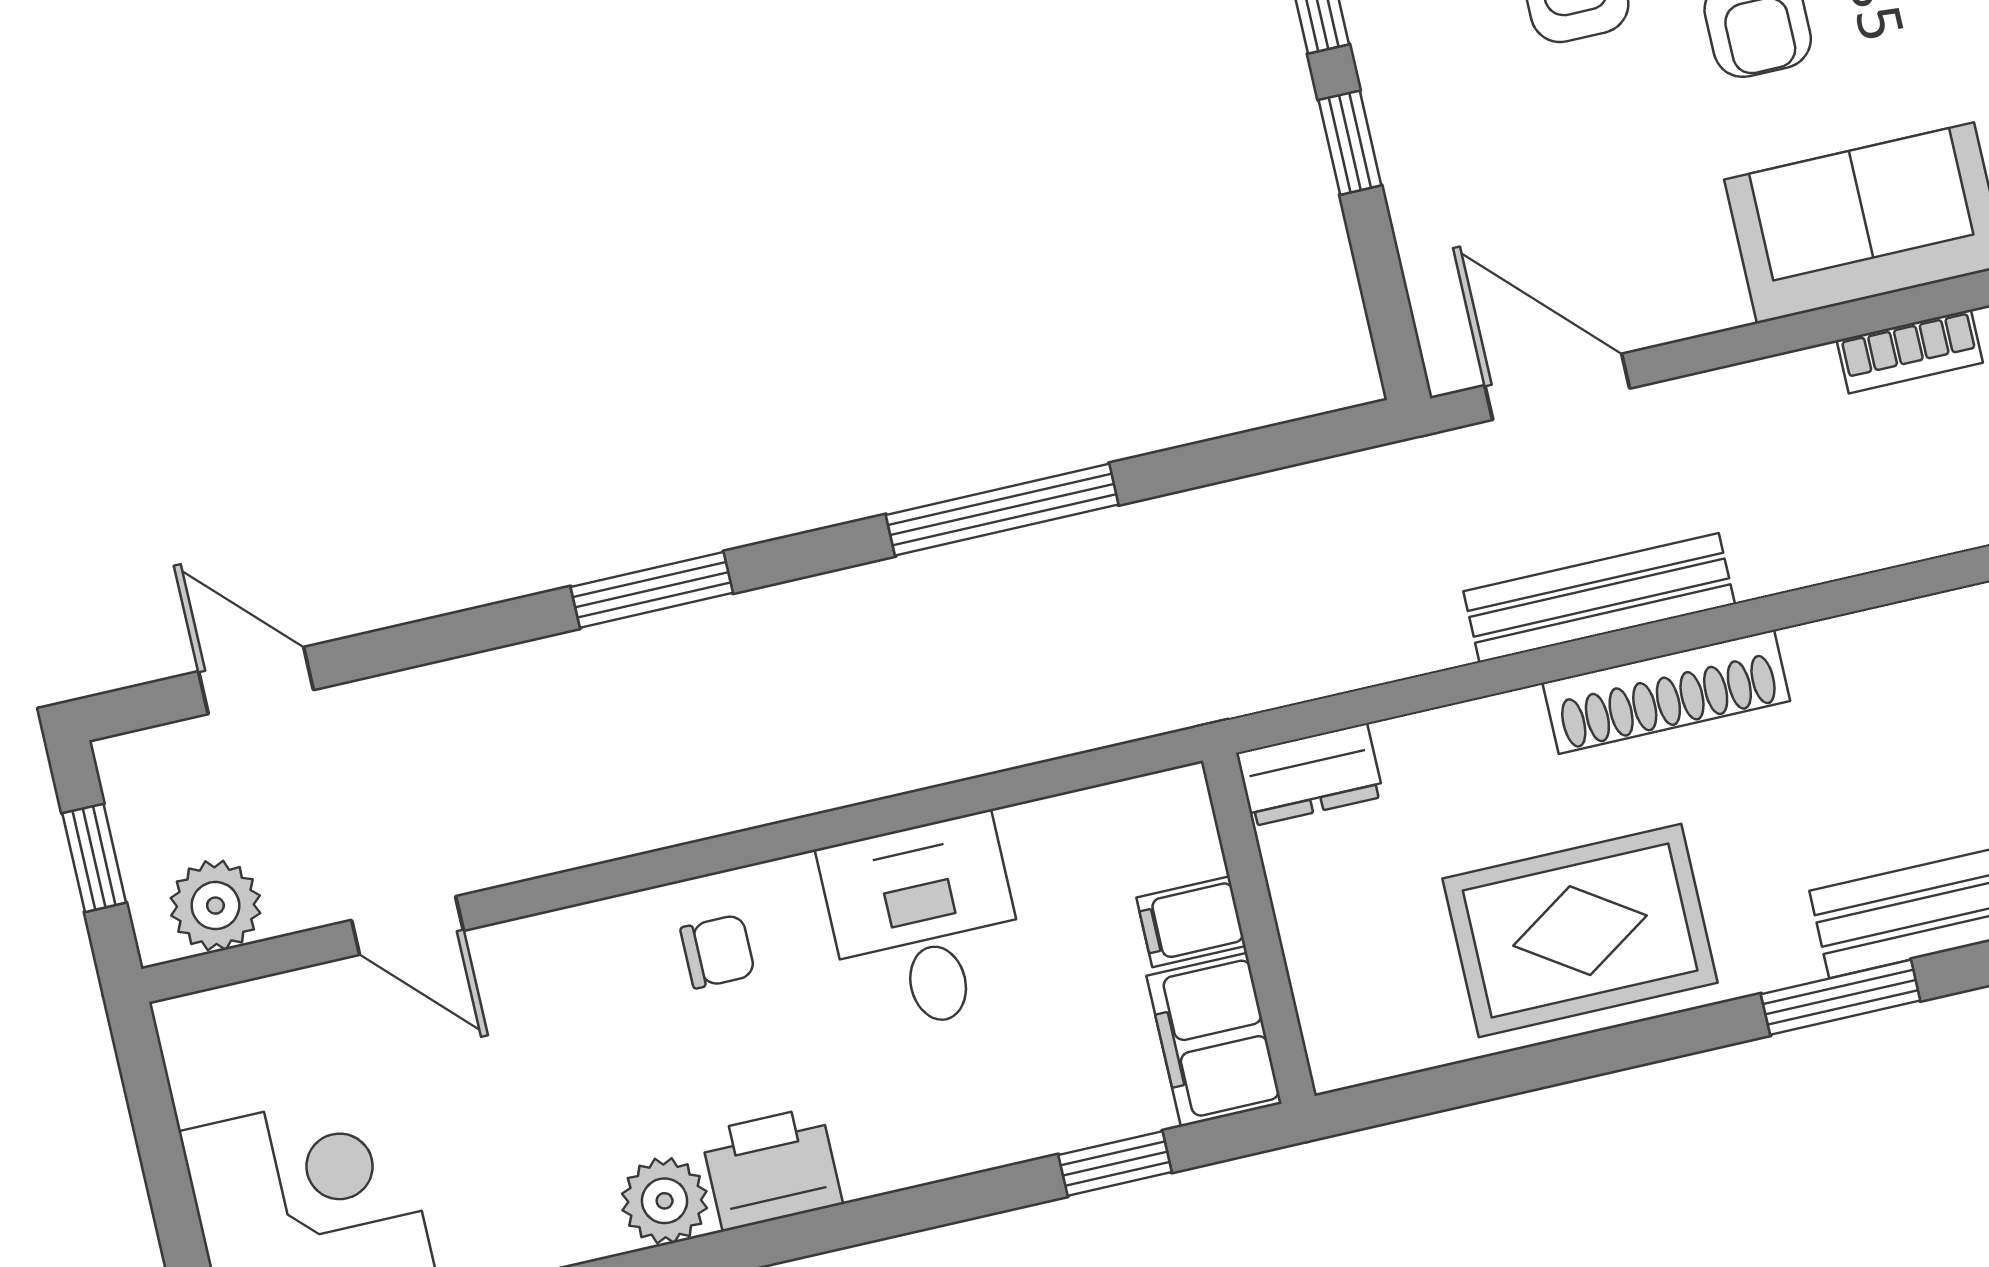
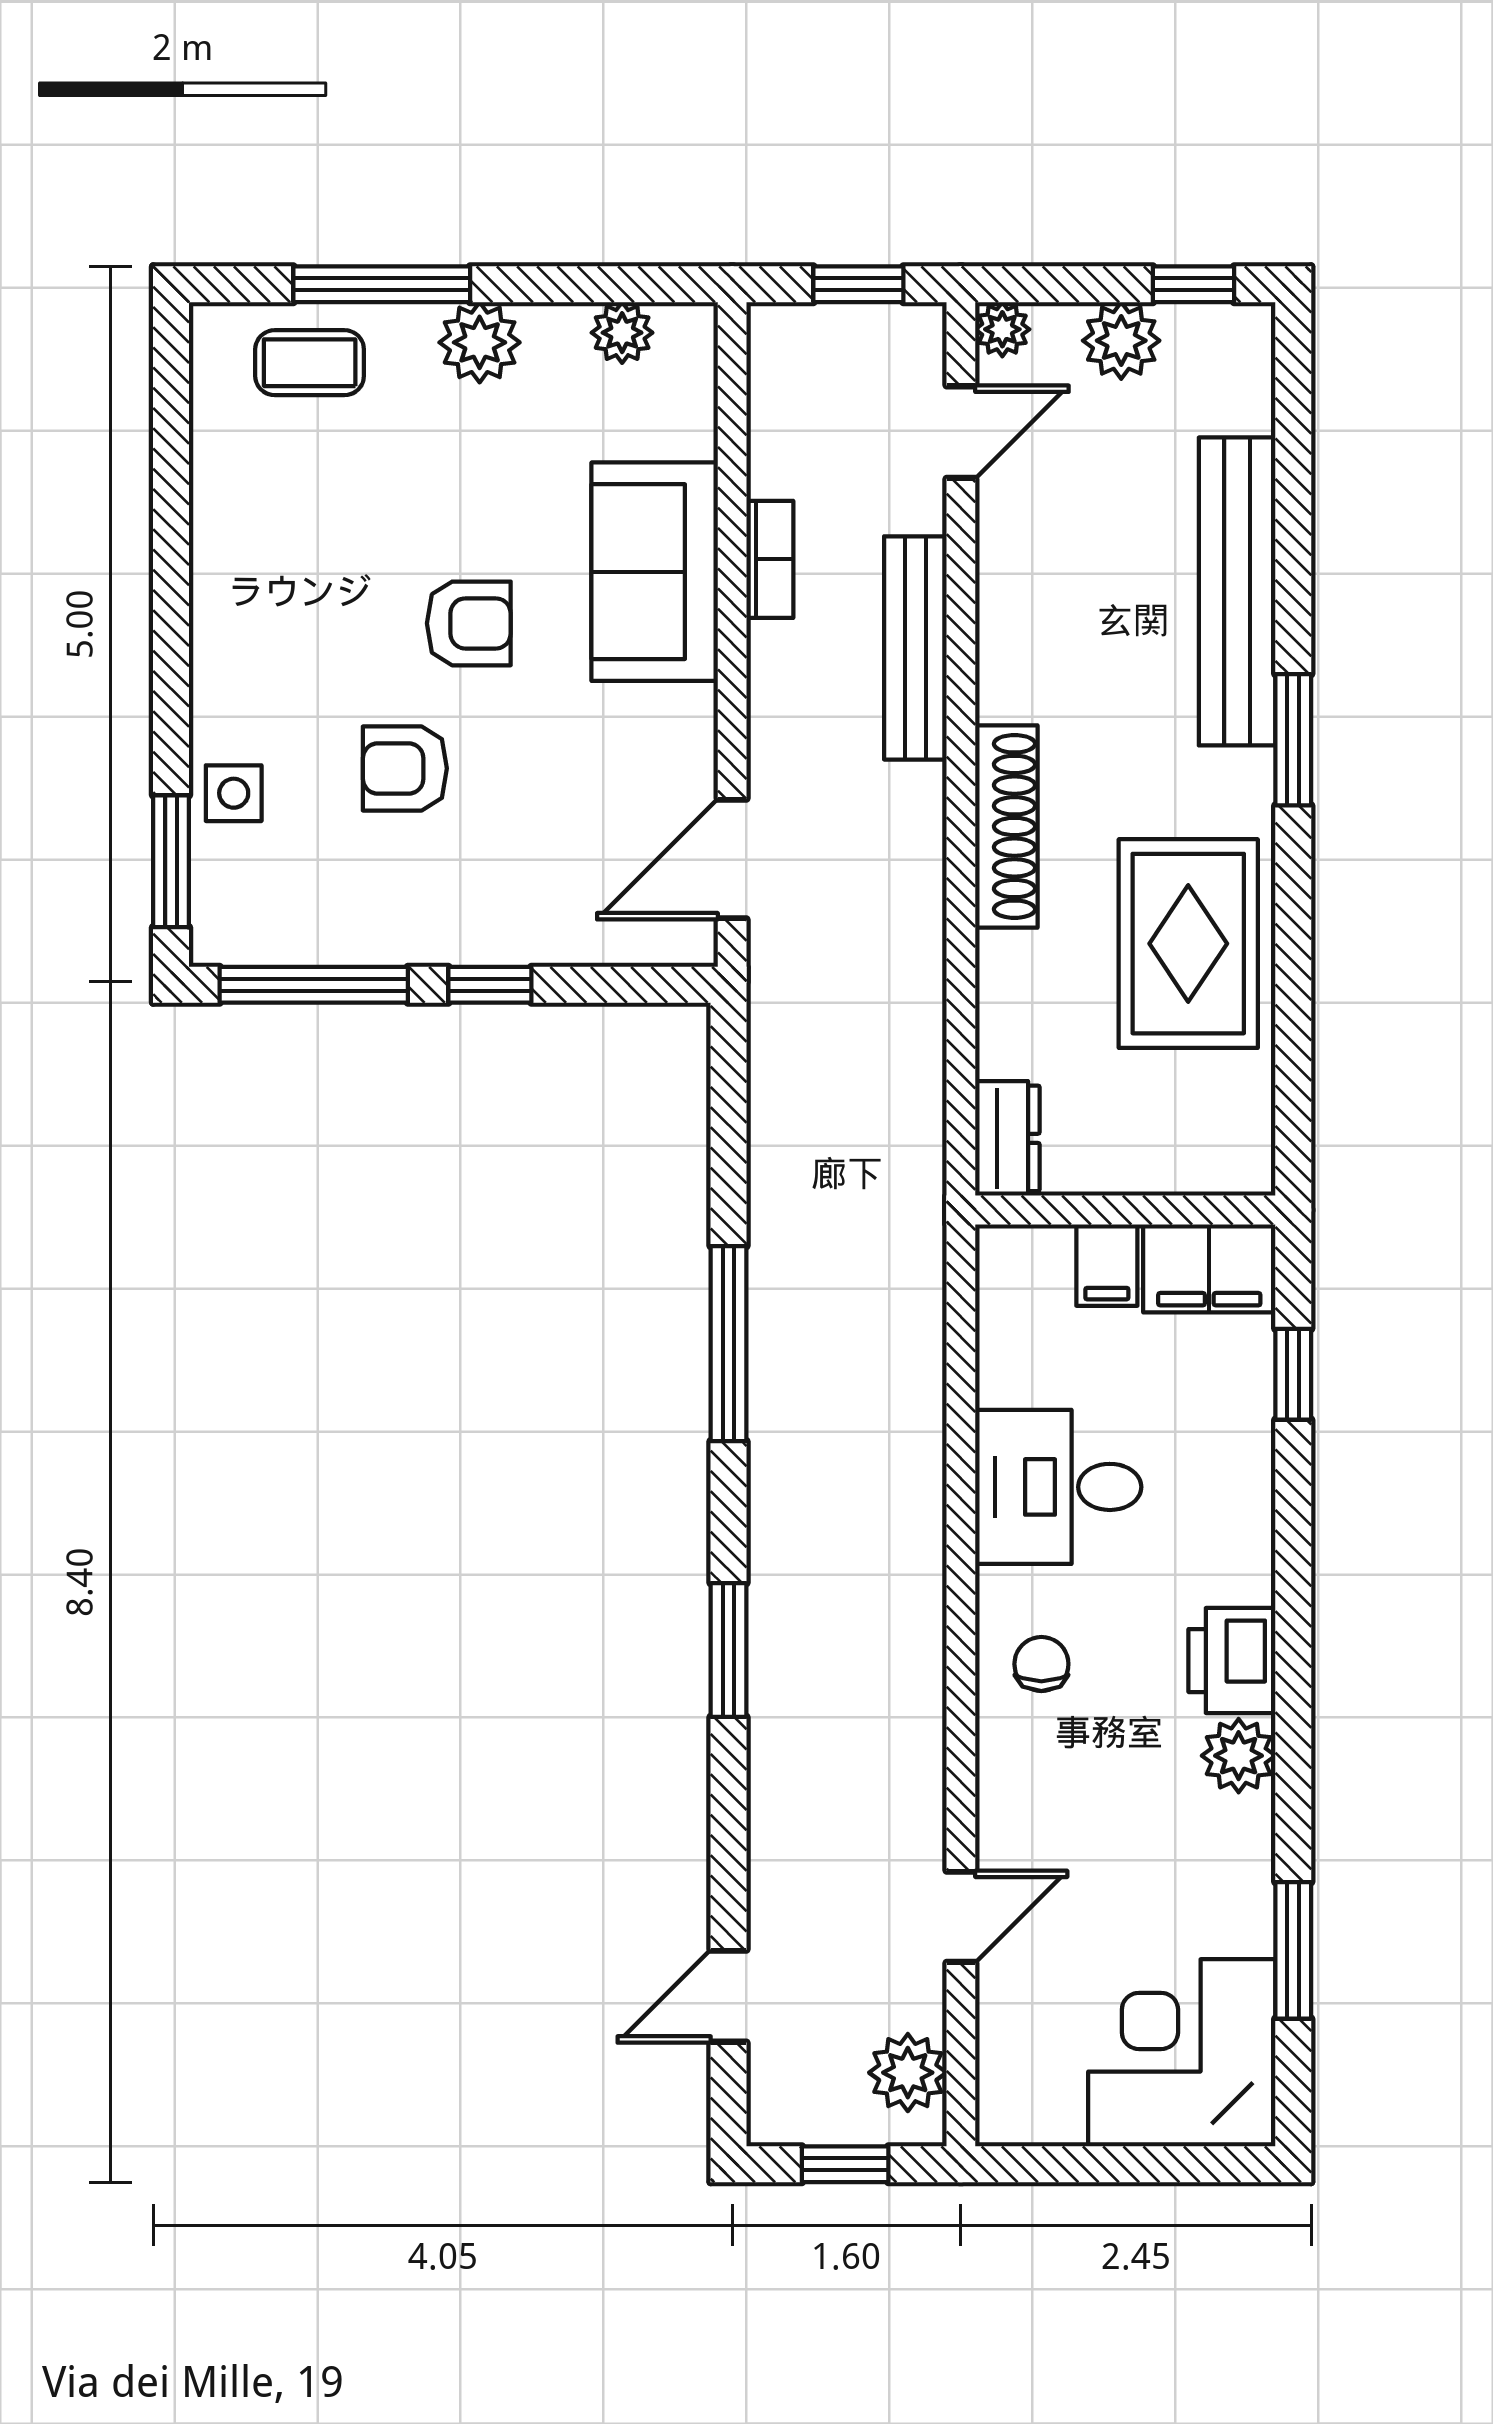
bench: (1599, 598) -> (915, 648), moved

